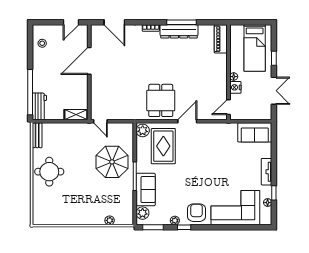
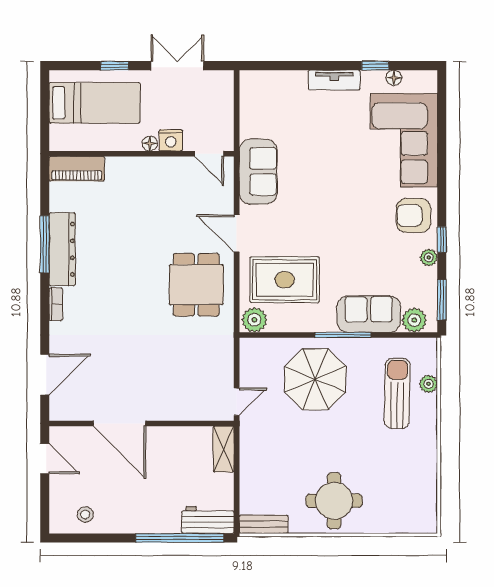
dining table: (161, 100) -> (196, 285), turned 90
sofa: (255, 132) -> (258, 172), moved
sun lounger: (105, 204) -> (397, 393), added

